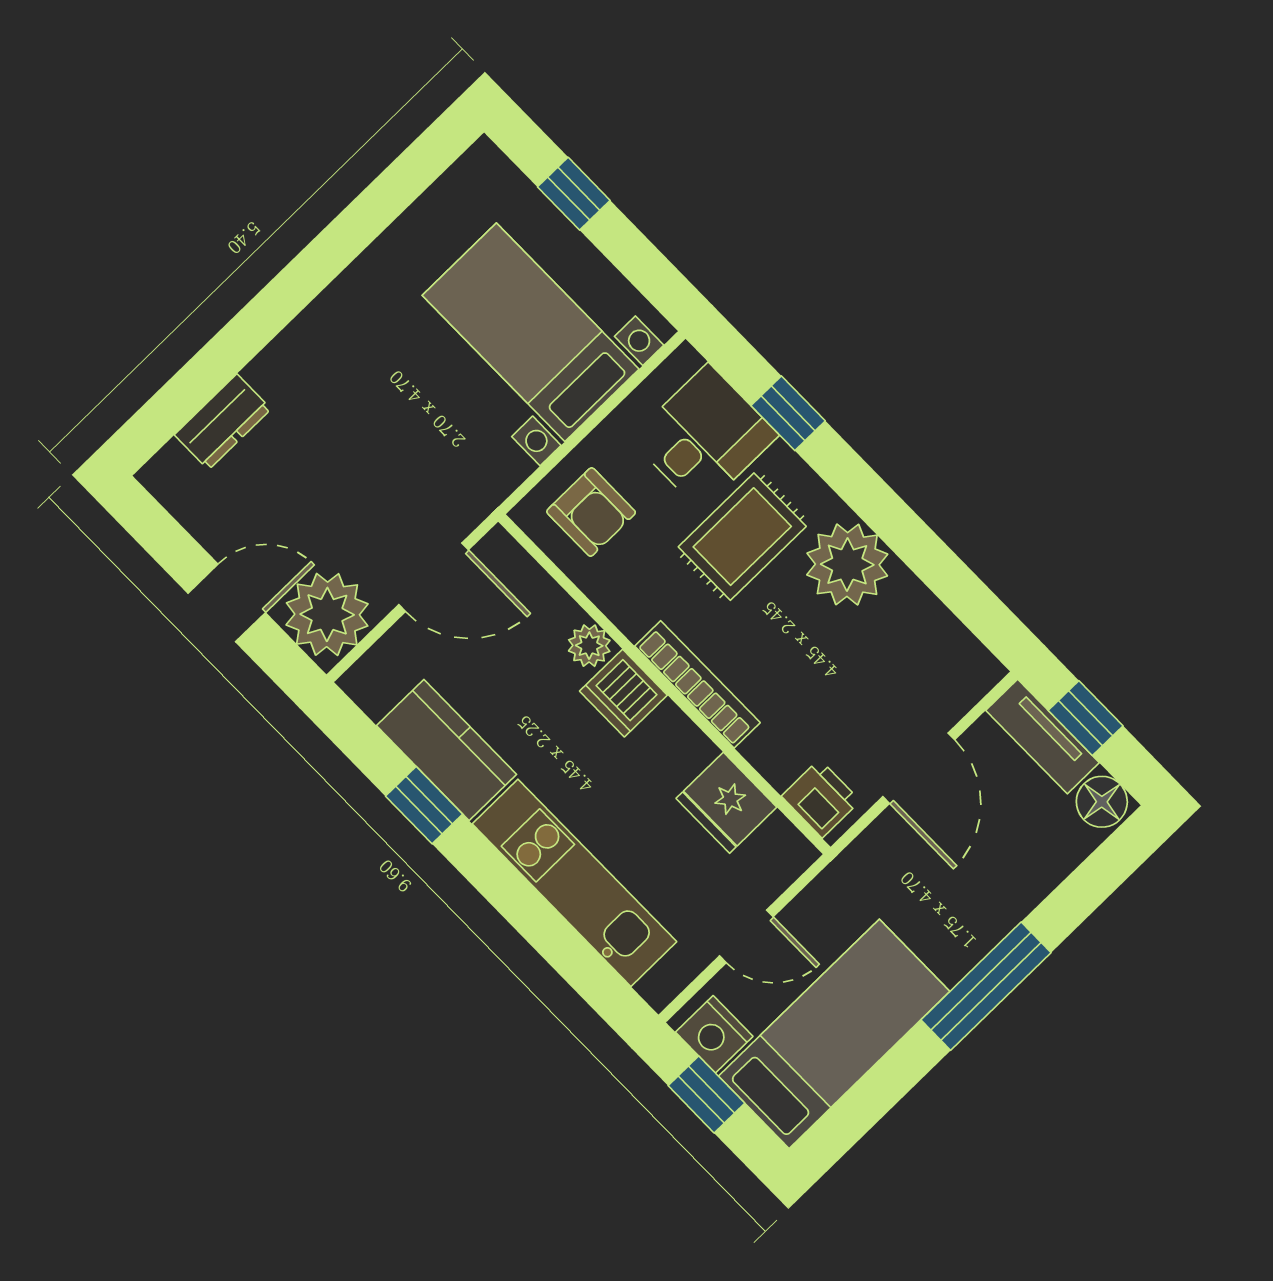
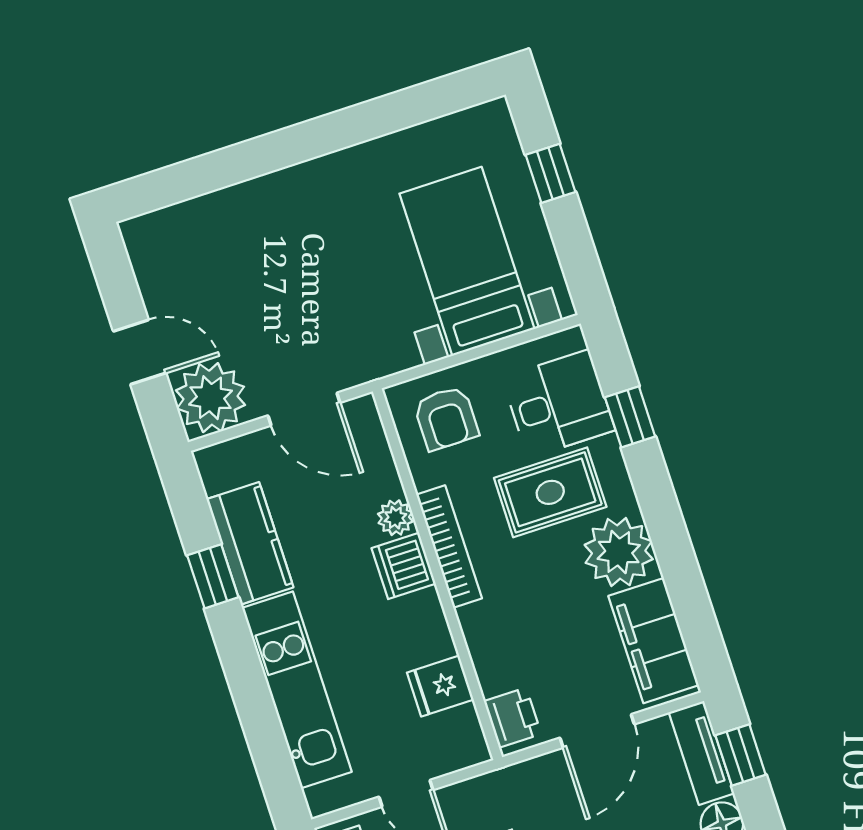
dresser: (223, 422) -> (203, 215), removed
filing cabinet: (932, 641) -> (654, 641), added
bookcase: (697, 684) -> (449, 547), moved
fridge: (726, 803) -> (440, 686), width x0.72

